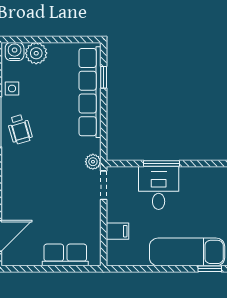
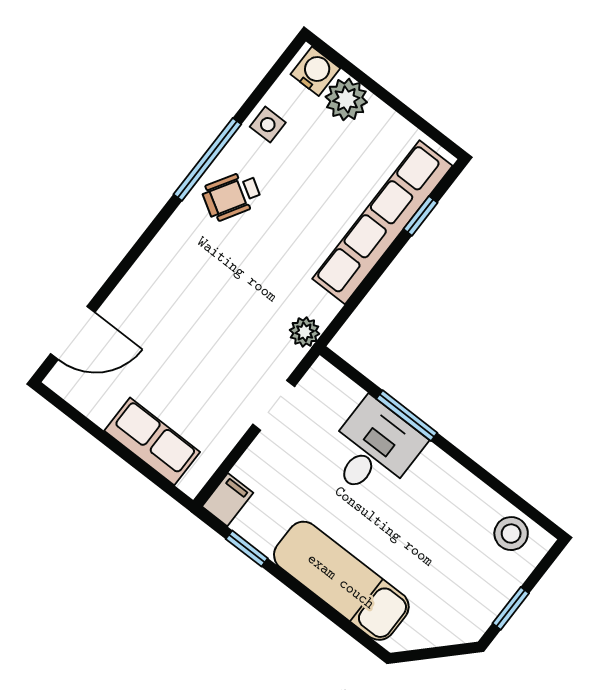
wheelchair: (20, 129) -> (232, 196), turned 47
doorway: (104, 185) -> (274, 405), moved
filing cabinet: (117, 231) -> (228, 500), moved, turned -90
window: (210, 269) -> (247, 549), moved

